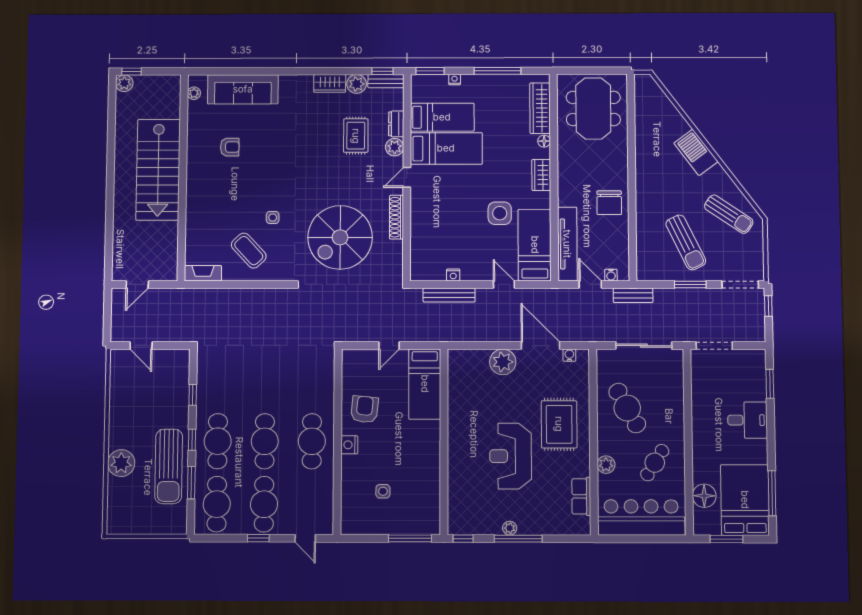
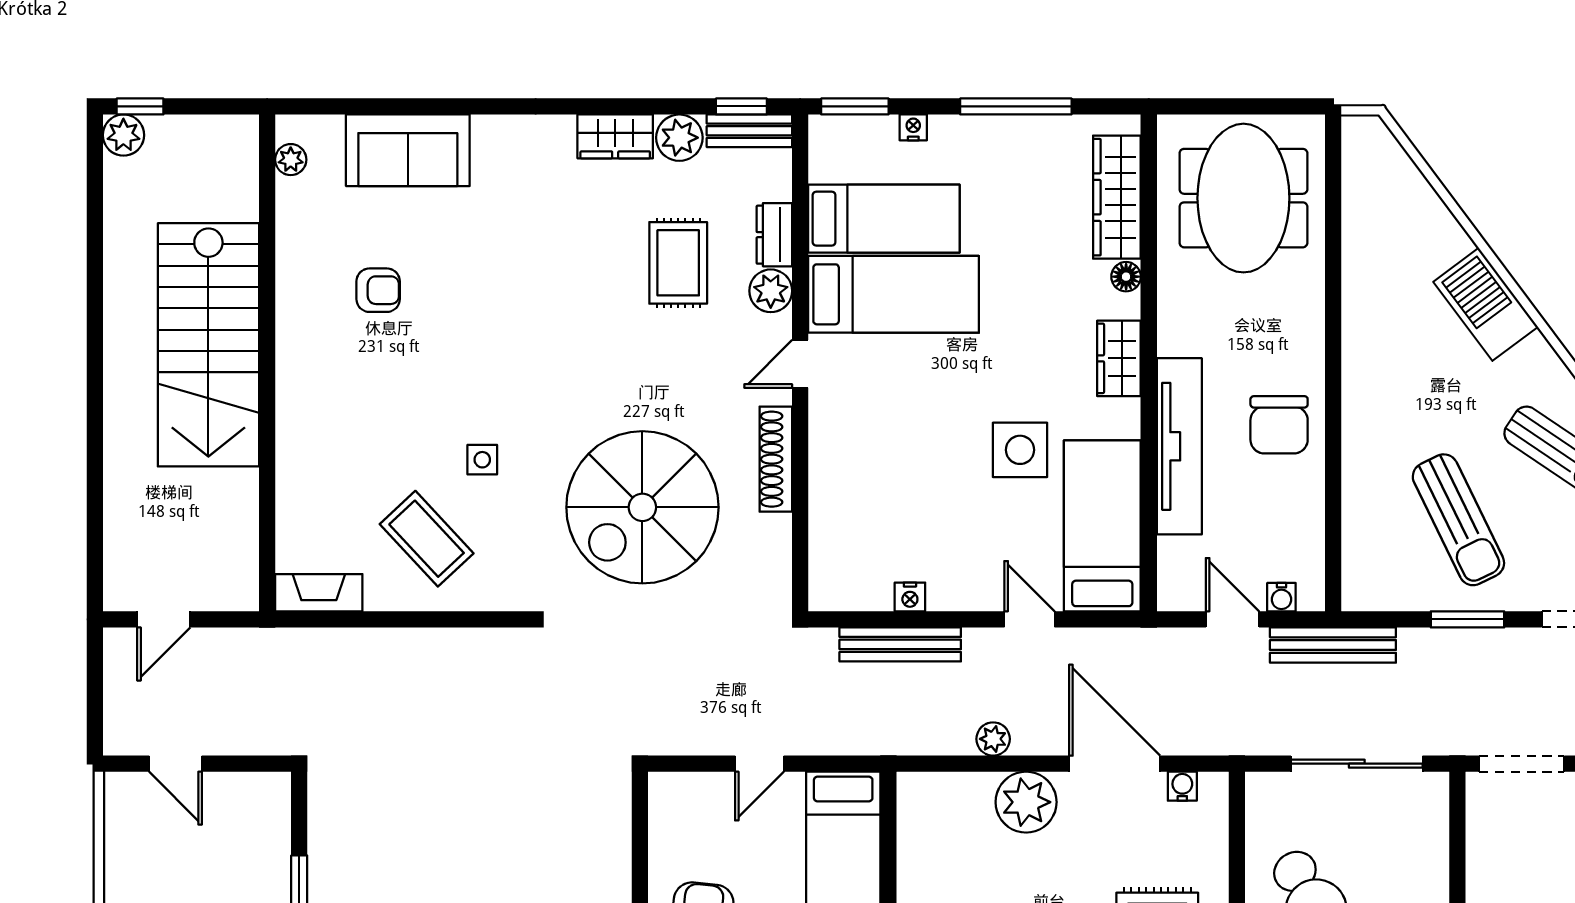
sofa: (243, 89) -> (408, 150), width x0.73
tv unit: (567, 244) -> (1179, 446), moved
bench: (633, 295) -> (1333, 645), width x1.36
plant: (489, 335) -> (993, 739), added

